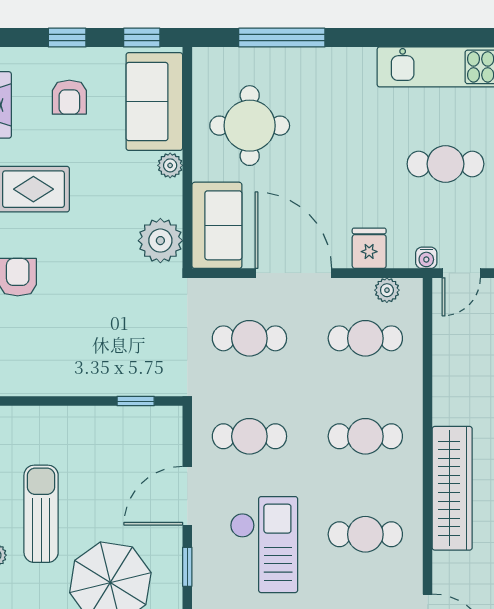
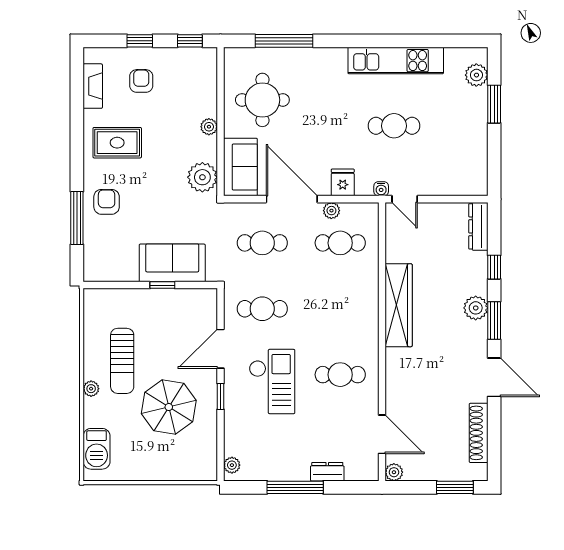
armchair: (69, 97) -> (141, 81), turned 180
sofa: (154, 102) -> (172, 263), moved, turned 90
door: (461, 273) -> (405, 199), hinge flipped
plant: (387, 290) -> (331, 211), moved
window: (136, 401) -> (162, 285), moved
cafe table: (365, 436) -> (340, 309), removed
wardrobe: (452, 488) -> (399, 305), moved
sun lounger: (41, 514) -> (122, 361), turned 180

